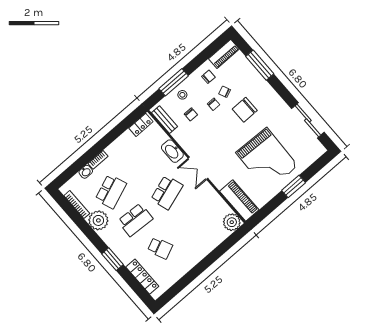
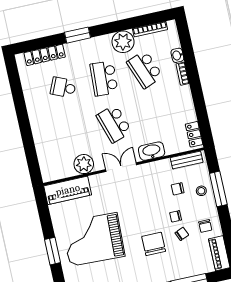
plant: (232, 222) -> (84, 164), moved
school desk: (160, 248) -> (63, 87), turned 48

